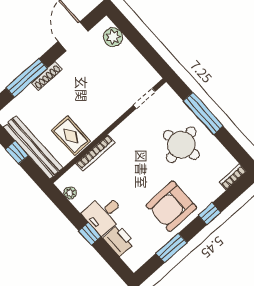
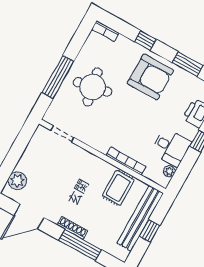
desk: (104, 214) -> (171, 147), moved

